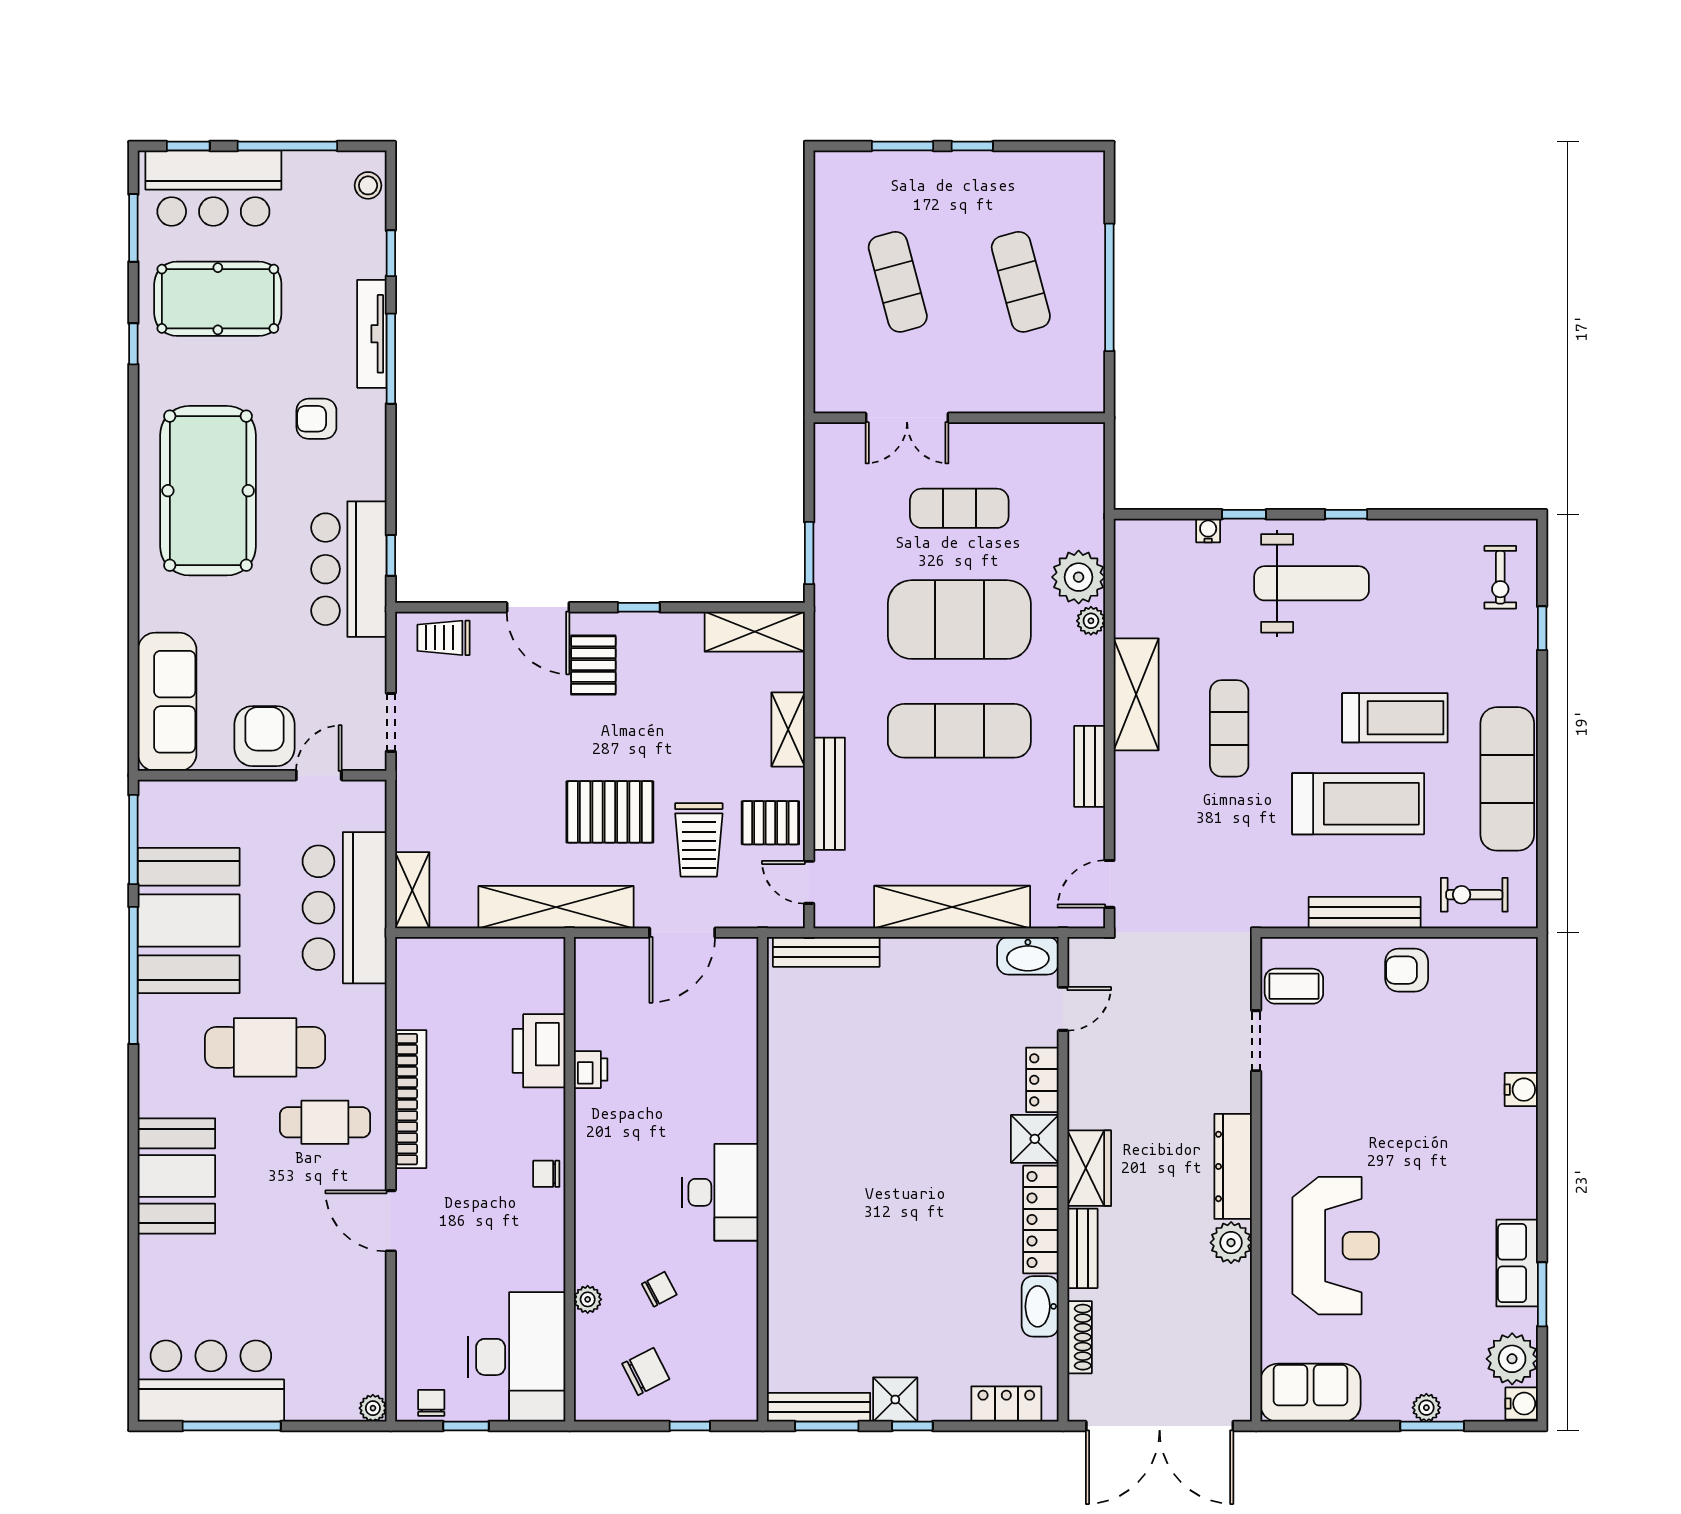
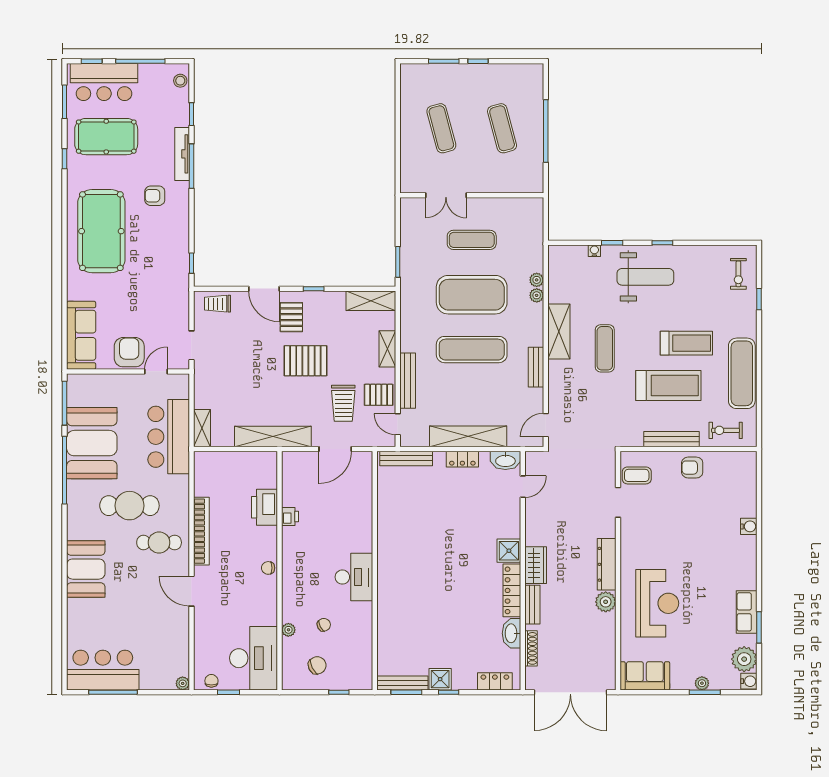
bar counter: (349, 569) -> (171, 270), removed
plant: (1079, 577) -> (537, 280), width x0.53, depth x0.53
pallet: (610, 812) -> (305, 361), moved
locker: (1042, 1080) -> (462, 459), moved, turned -90

